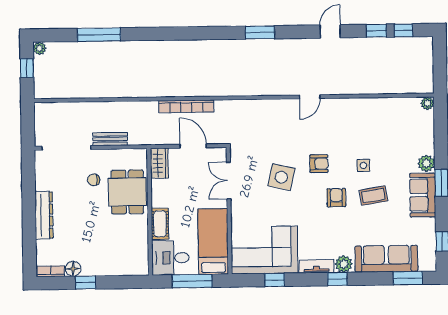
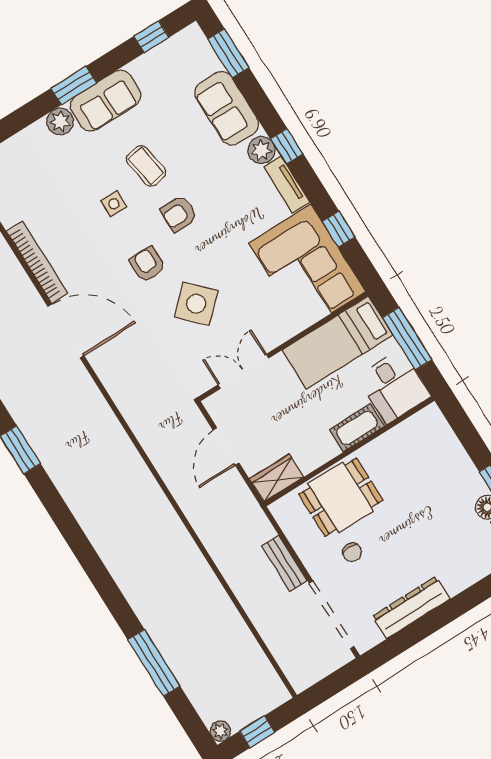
door: (310, 97) -> (66, 331), width x1.87
bookcase: (186, 106) -> (37, 262), moved
side table: (281, 177) -> (196, 304), turned 33
double door: (229, 181) -> (243, 371), swing flipped
dresser: (44, 215) -> (411, 608), moved
sofa: (386, 259) -> (227, 108), width x0.73

